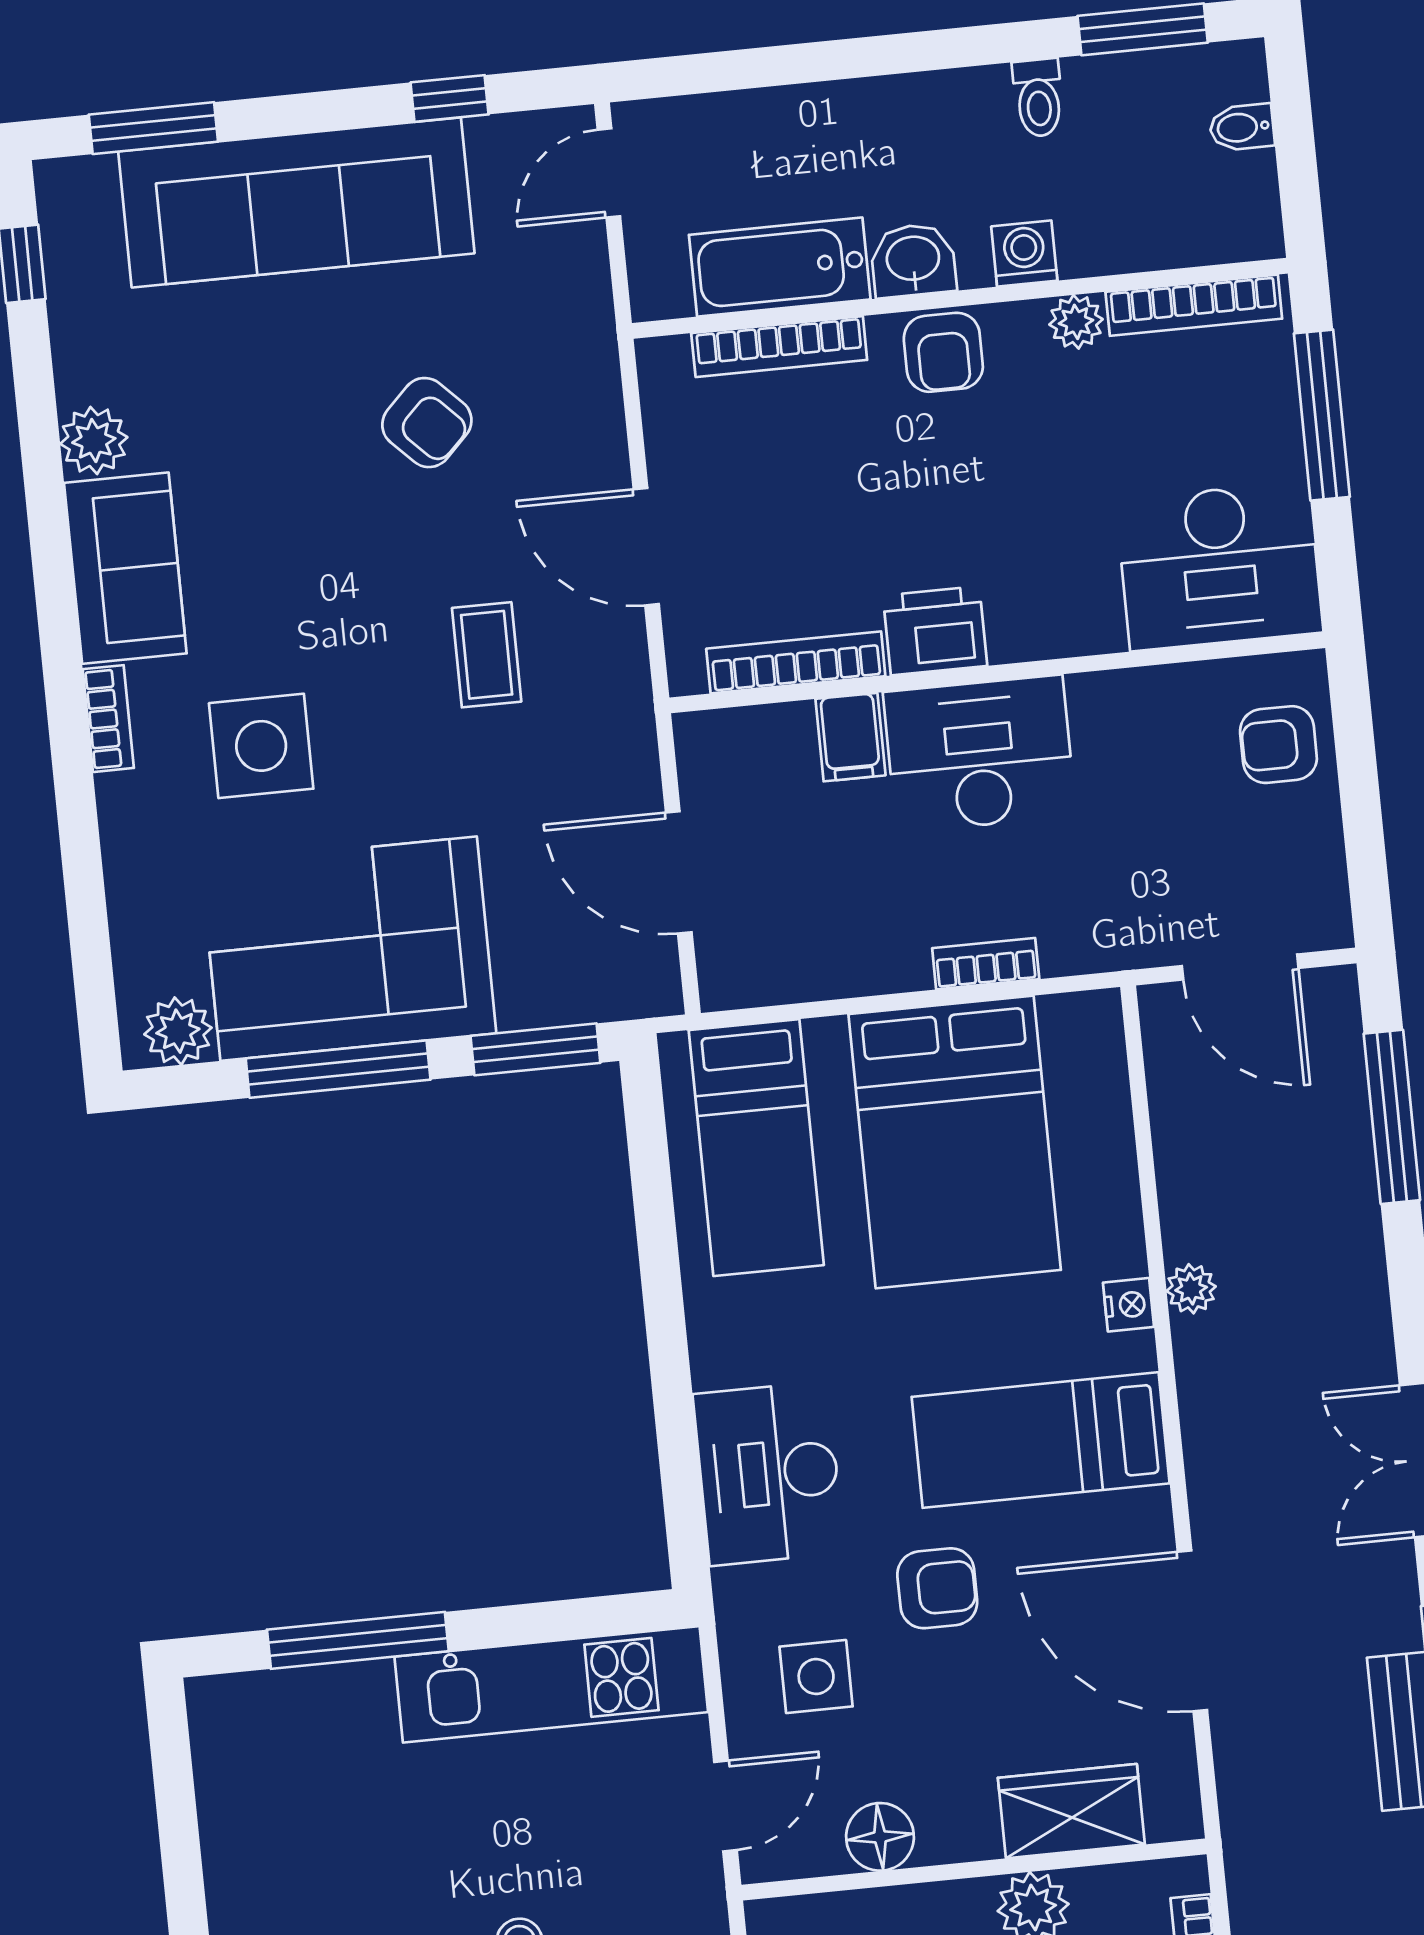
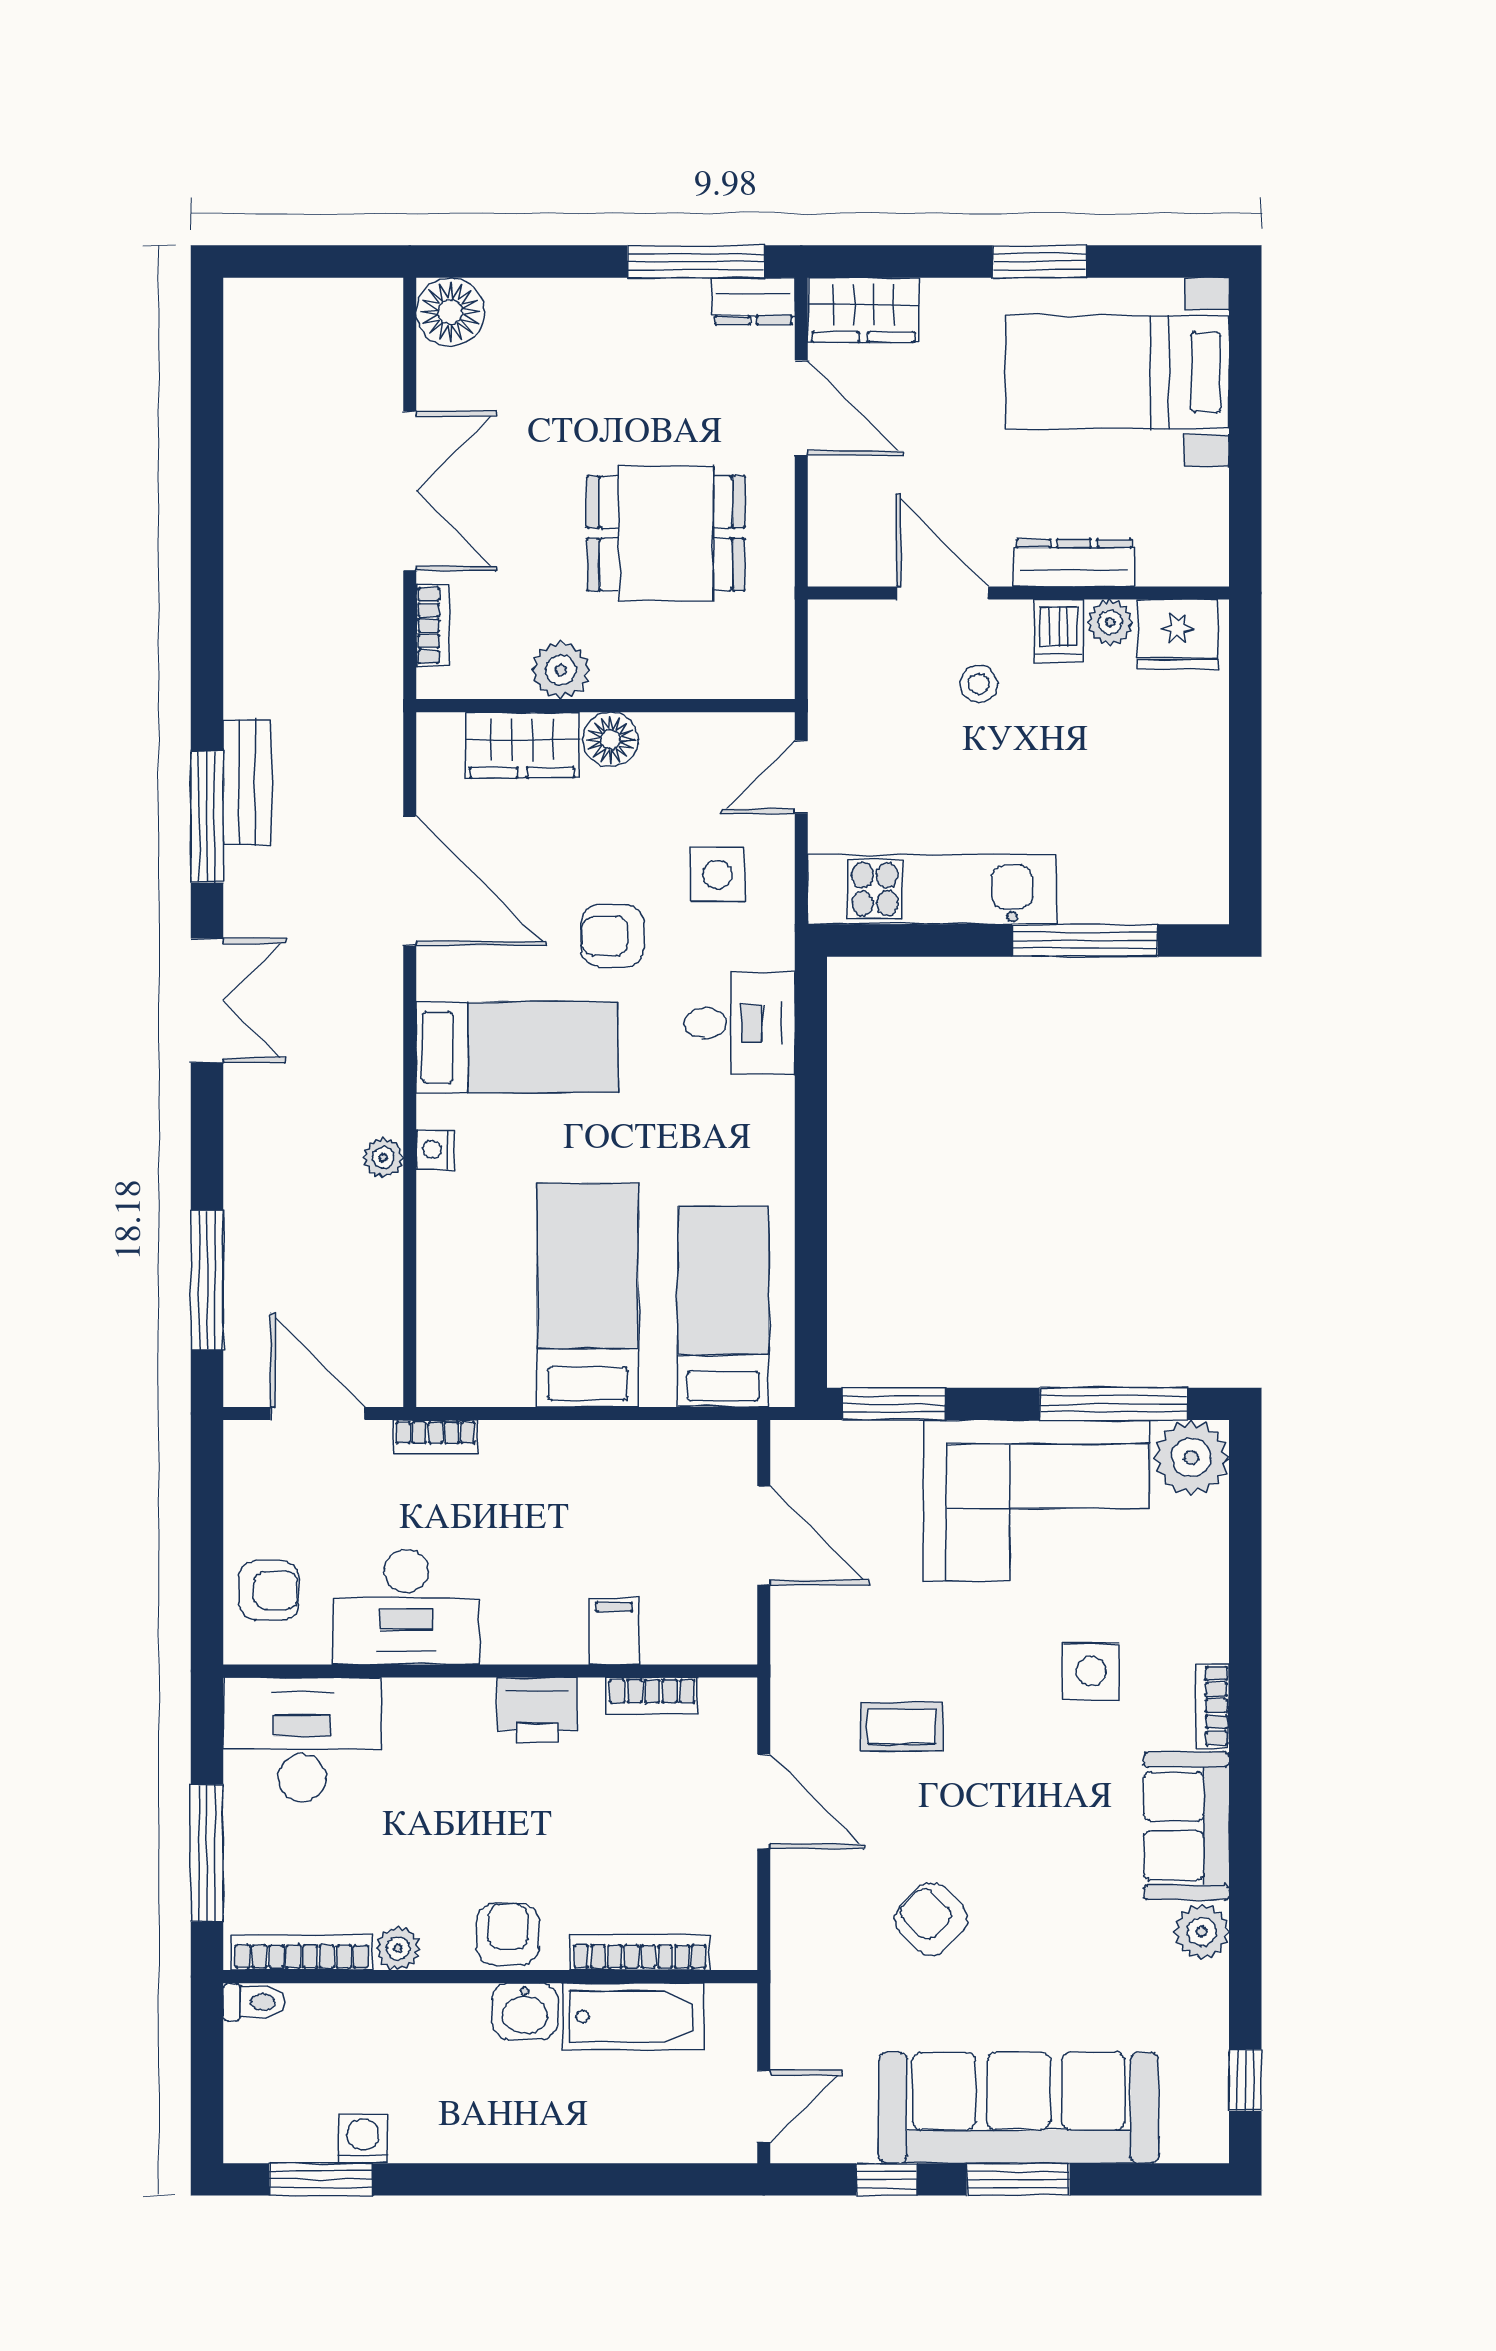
toilet: (1038, 98) -> (254, 2002), moved, turned 90
bidet: (1242, 127) -> (249, 2092), removed
window: (153, 128) -> (1018, 2179), moved
washing machine: (1024, 254) -> (363, 2139), moved, turned 180
coffee table: (487, 655) -> (901, 1727), turned 90
bookcase: (796, 662) -> (652, 1696), width x0.64
side table: (261, 746) -> (1091, 1671), width x0.73, depth x0.73
desk: (980, 754) -> (406, 1607), moved
bookcase: (986, 964) -> (436, 1437), moved
plant: (178, 1031) -> (1191, 1458), width x1.36, depth x1.36
window: (338, 1069) -> (1114, 1404), moved
bed: (955, 1142) -> (588, 1295), width x0.67
desk: (769, 1473) -> (740, 1023), width x0.73
floor lamp: (880, 1837) -> (611, 740), moved

